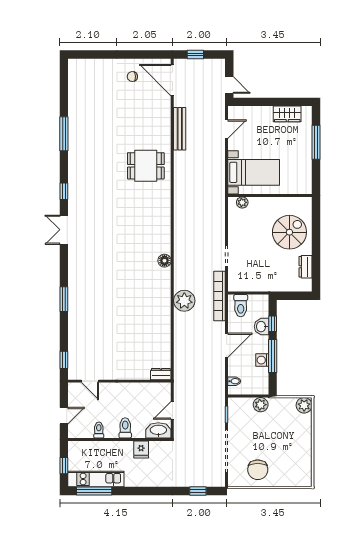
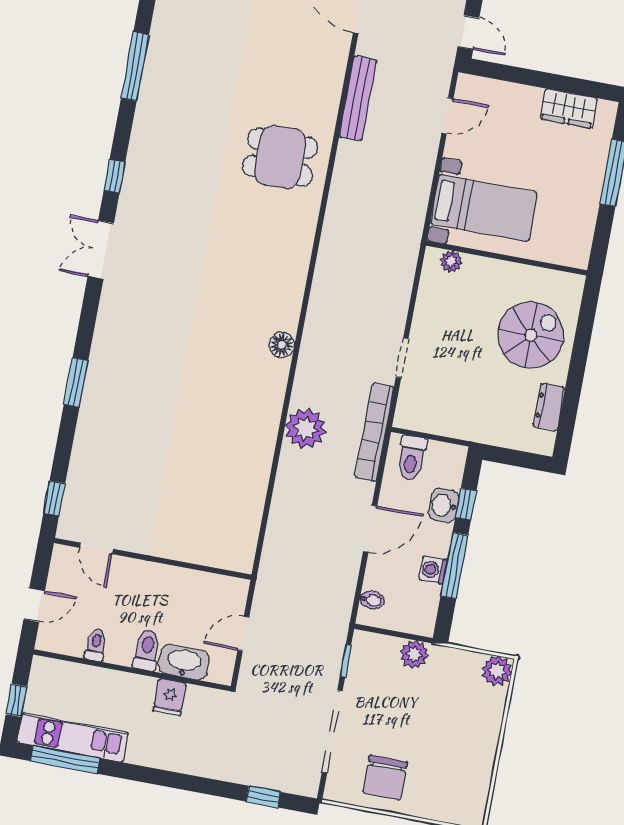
dresser: (161, 374) -> (234, 560), removed
washbasin: (158, 430) -> (184, 662), moved

